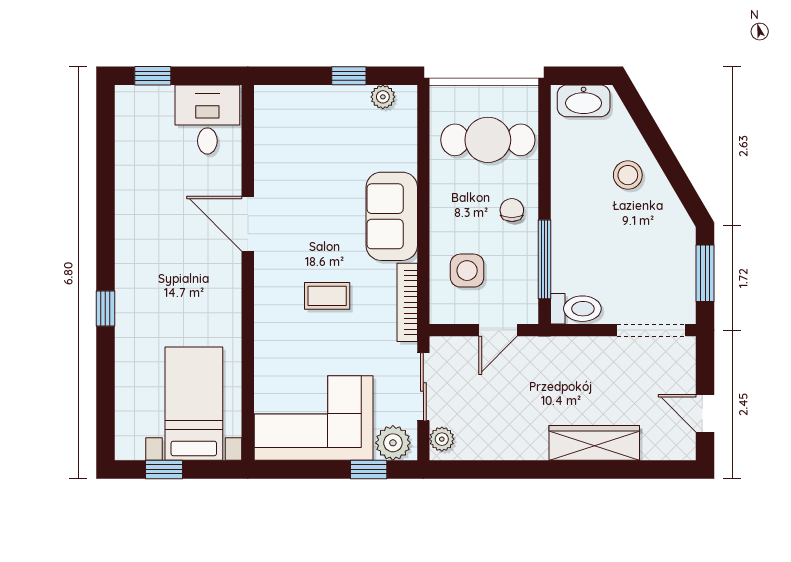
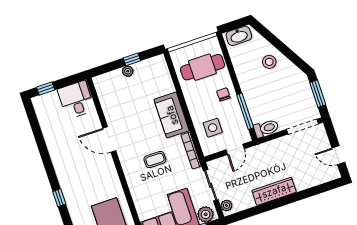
plant: (383, 97) -> (128, 71), moved
wardrobe: (594, 443) -> (274, 191), moved

